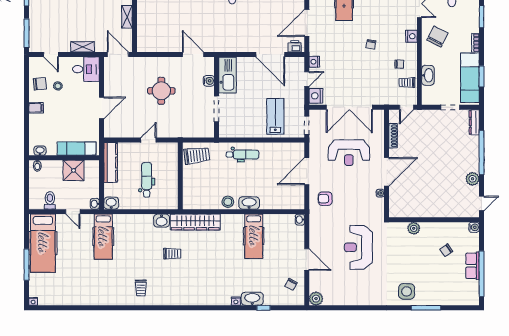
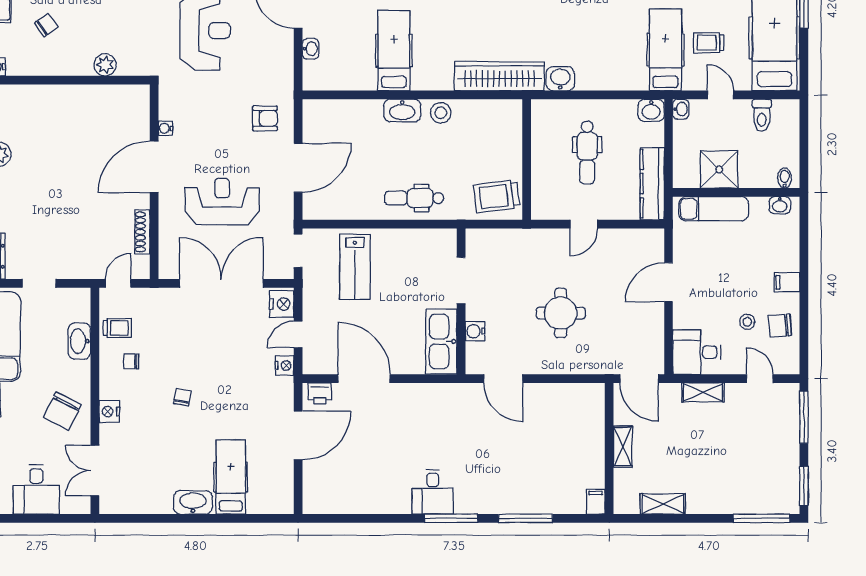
washbasin: (300, 220) -> (310, 49), moved
trolley: (172, 254) -> (709, 43), moved

